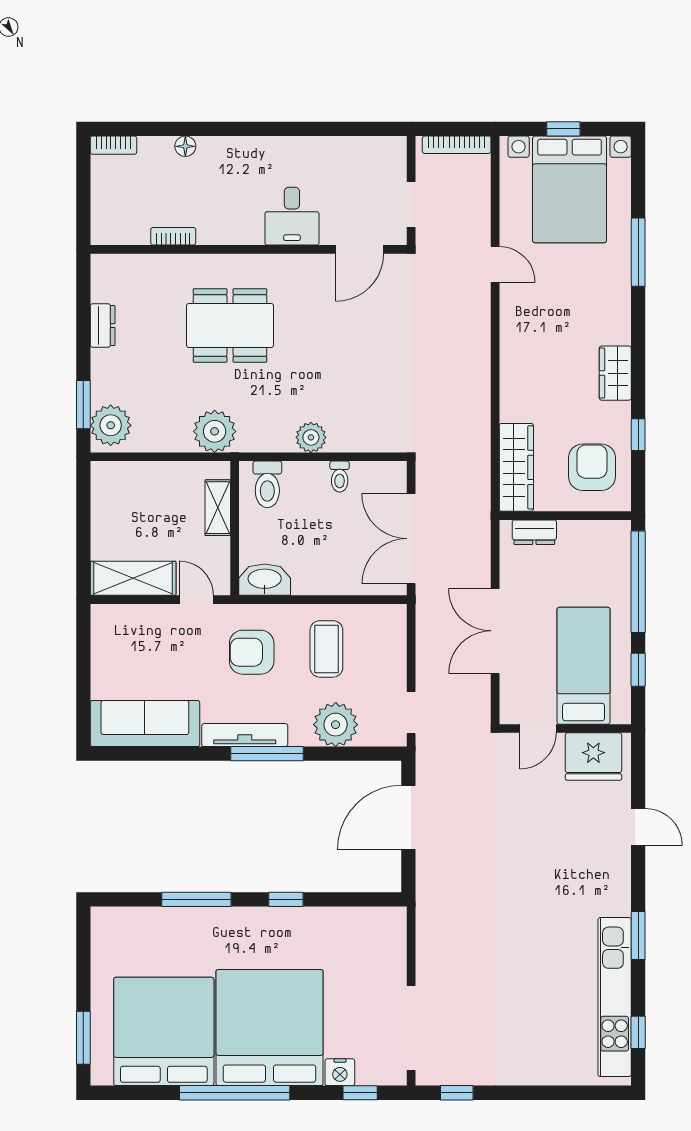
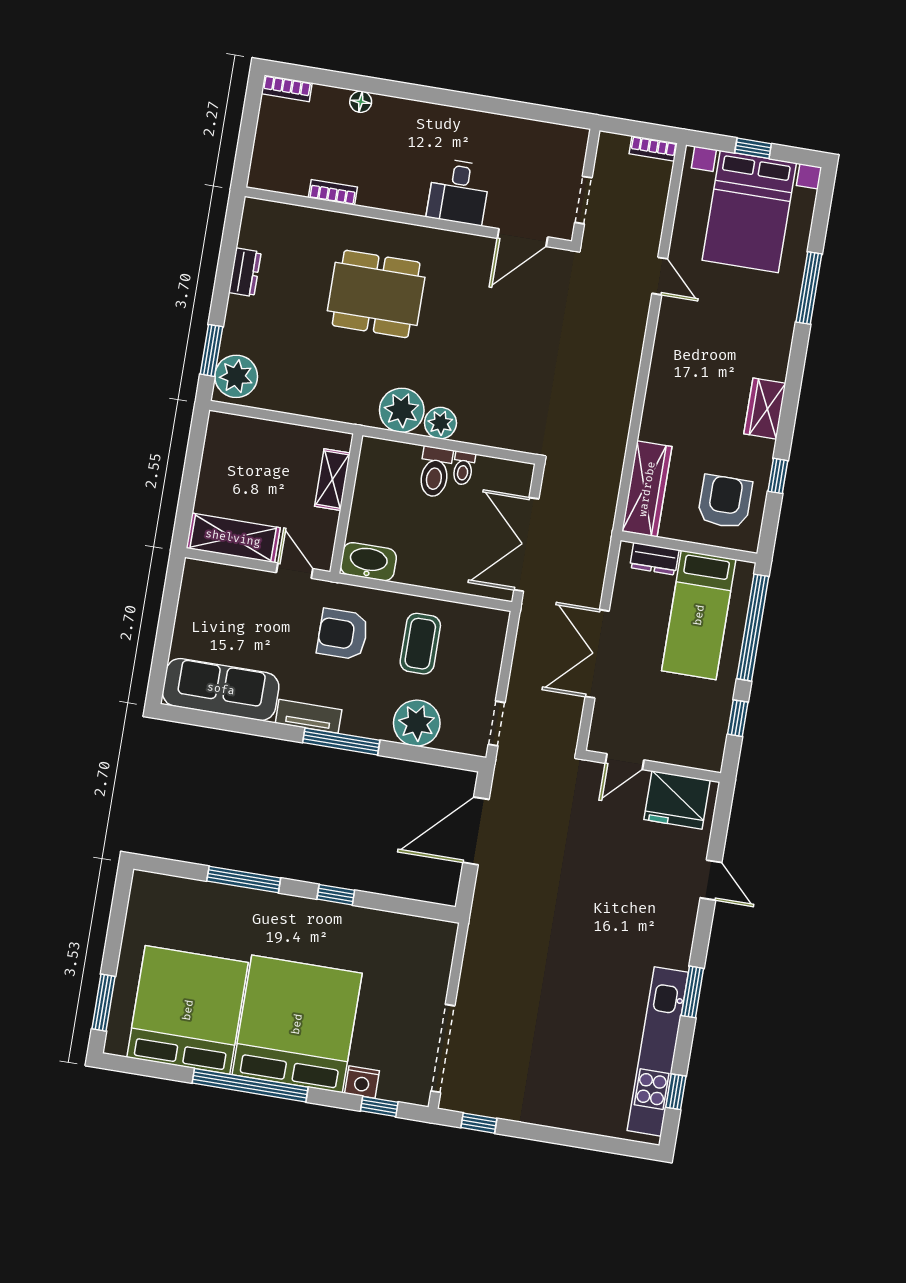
bookcase: (457, 145) -> (653, 148), width x0.64
plant: (215, 431) -> (402, 410), moved
toilet: (267, 484) -> (435, 472), moved
bed: (584, 666) -> (699, 615), moved, turned 180
tv unit: (245, 735) -> (309, 716), width x0.71

